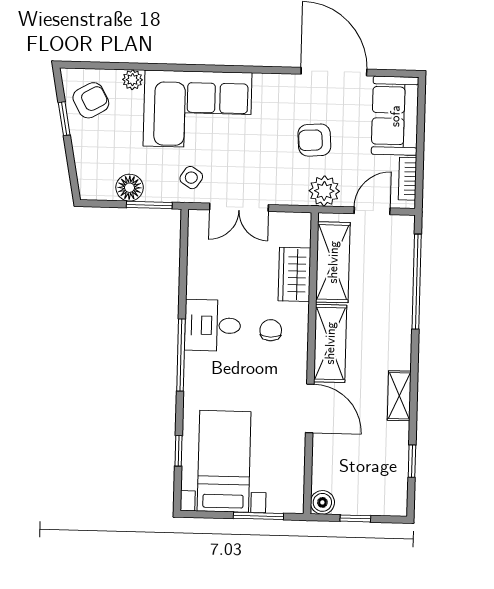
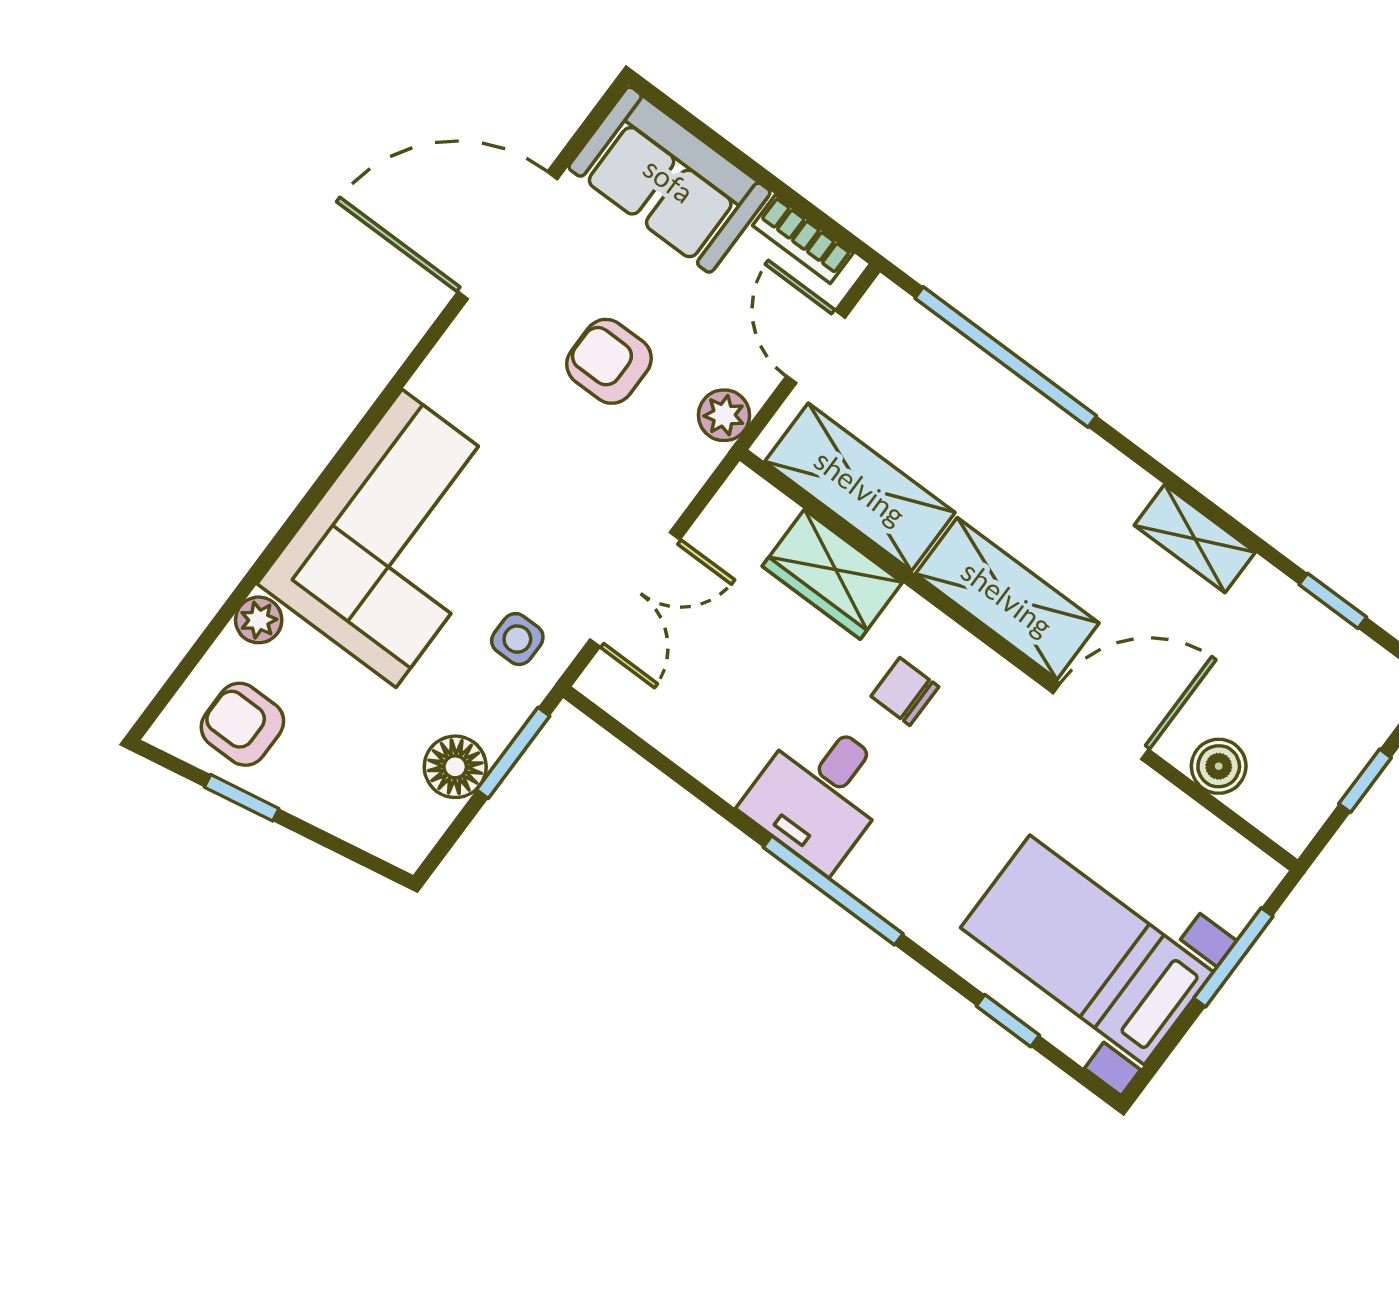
armchair: (91, 100) -> (242, 724), turned -61
armchair: (314, 140) -> (609, 361), turned 94
side table: (191, 178) -> (517, 639), turned -34
plant: (324, 191) -> (724, 415), width x0.73, depth x0.73
boiler: (322, 502) -> (1219, 766), moved

